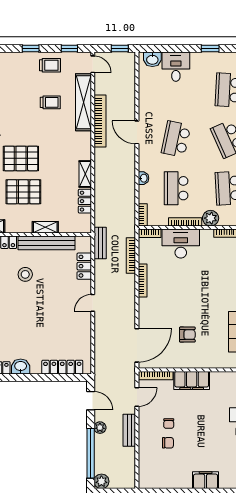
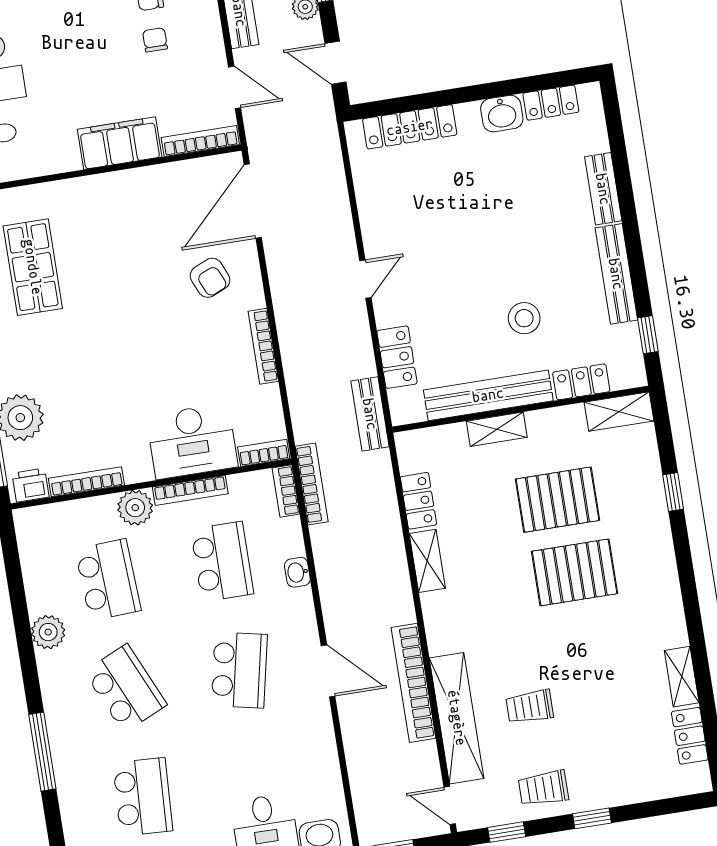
bookcase: (131, 255) -> (312, 484), moved
armchair: (187, 335) -> (210, 278), moved, turned -113
door: (137, 397) -> (235, 87), swing flipped

